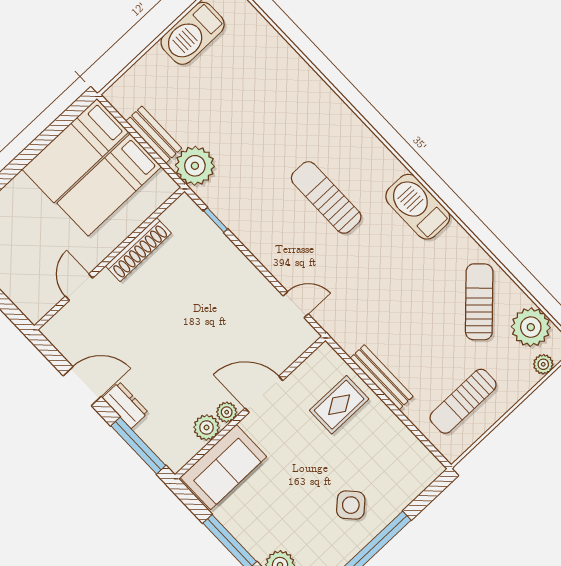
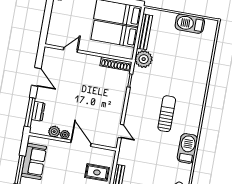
bench: (154, 135) -> (145, 32), width x1.36
shoe rack: (138, 250) -> (116, 64), moved
dresser: (125, 405) -> (38, 111), moved
sofa: (223, 467) -> (34, 161), moved, turned -90

